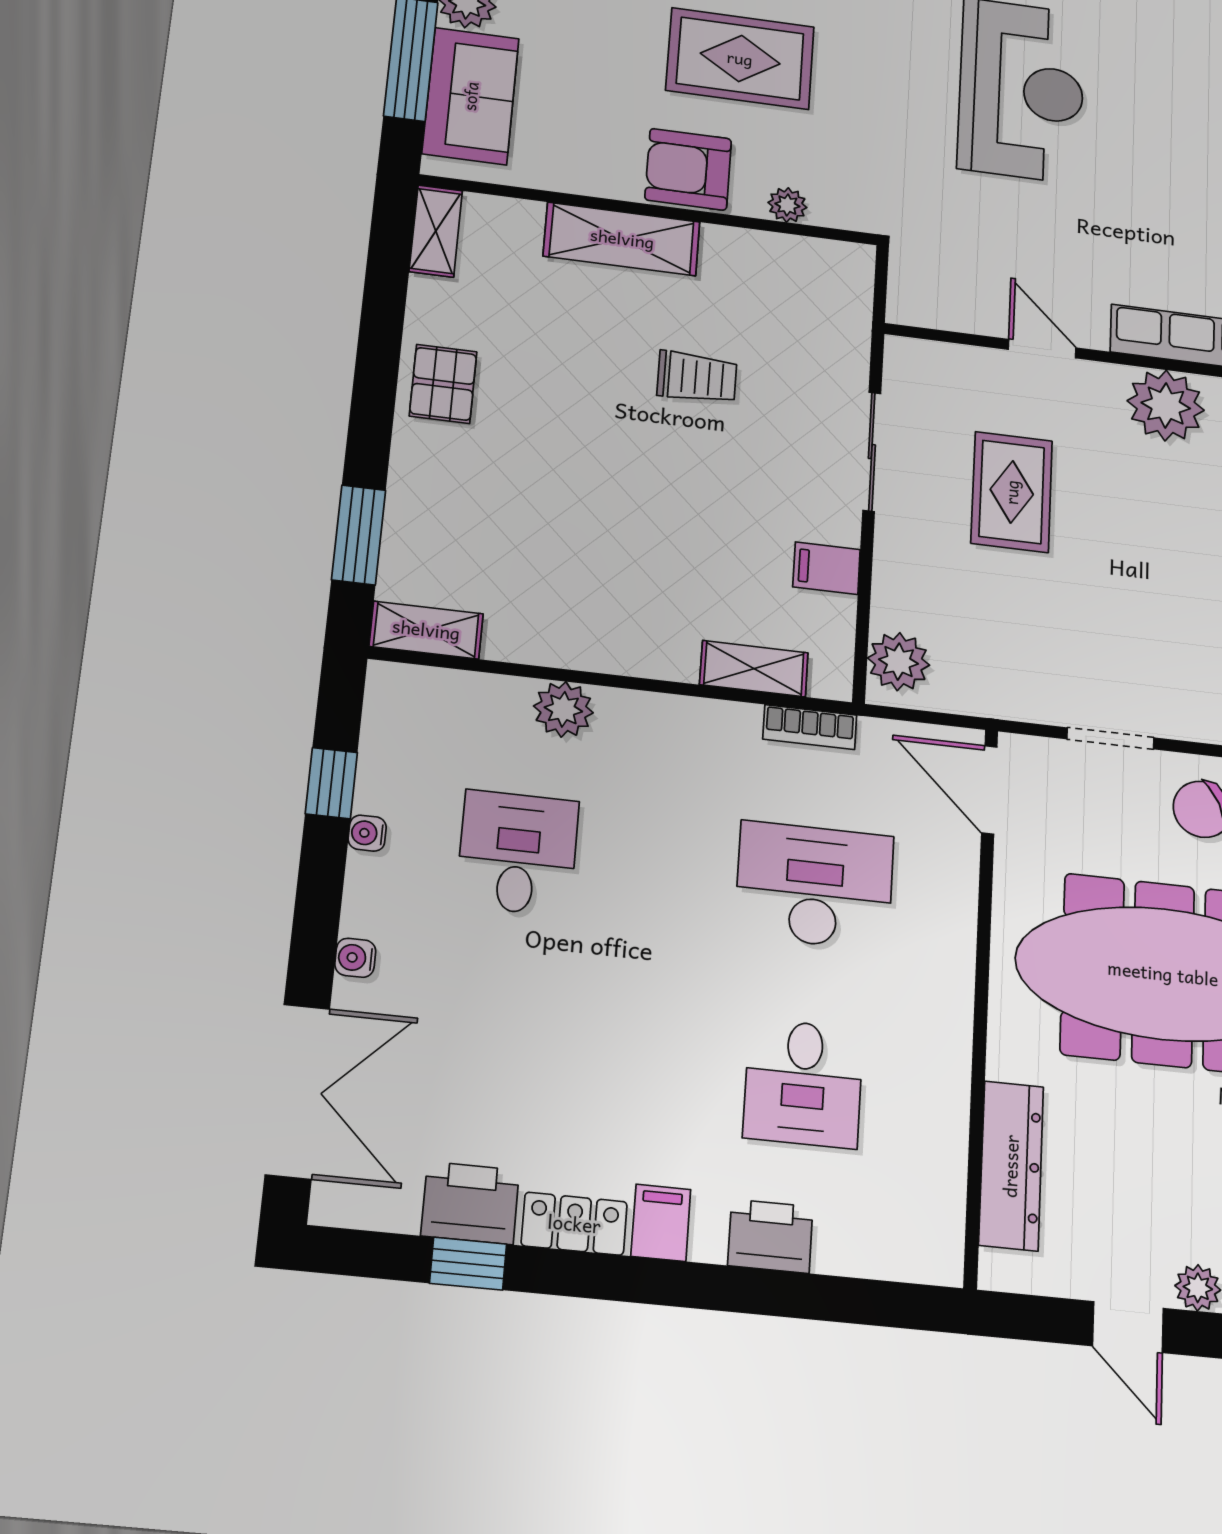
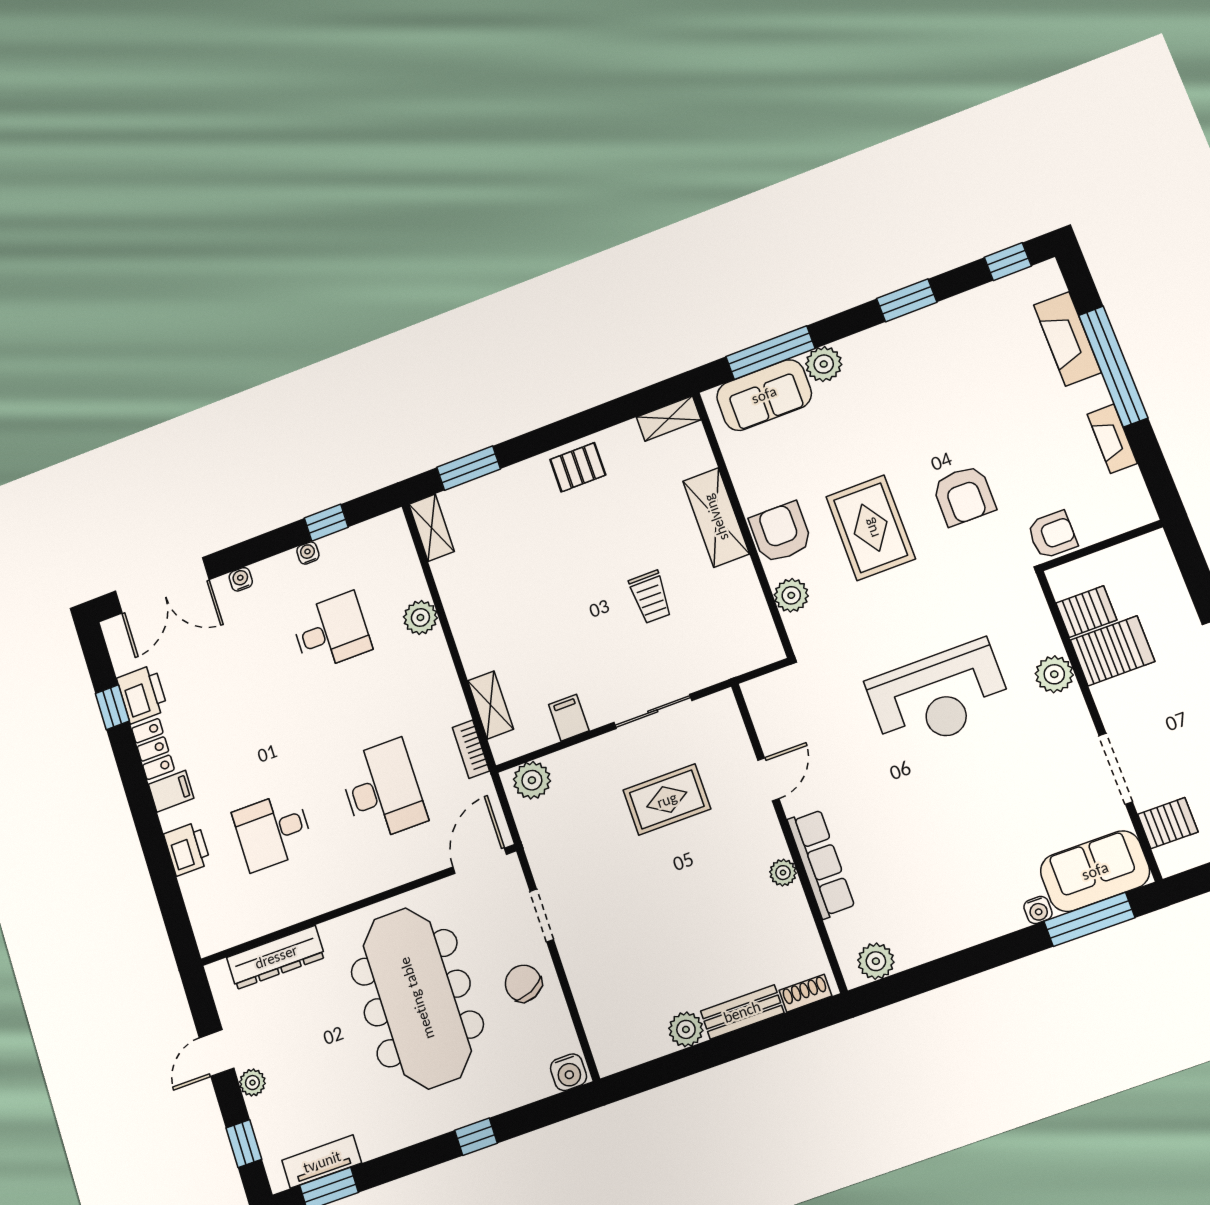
plant: (787, 205) -> (791, 595), width x1.38, depth x1.38
plant: (1166, 405) -> (783, 873), width x0.53, depth x0.53

